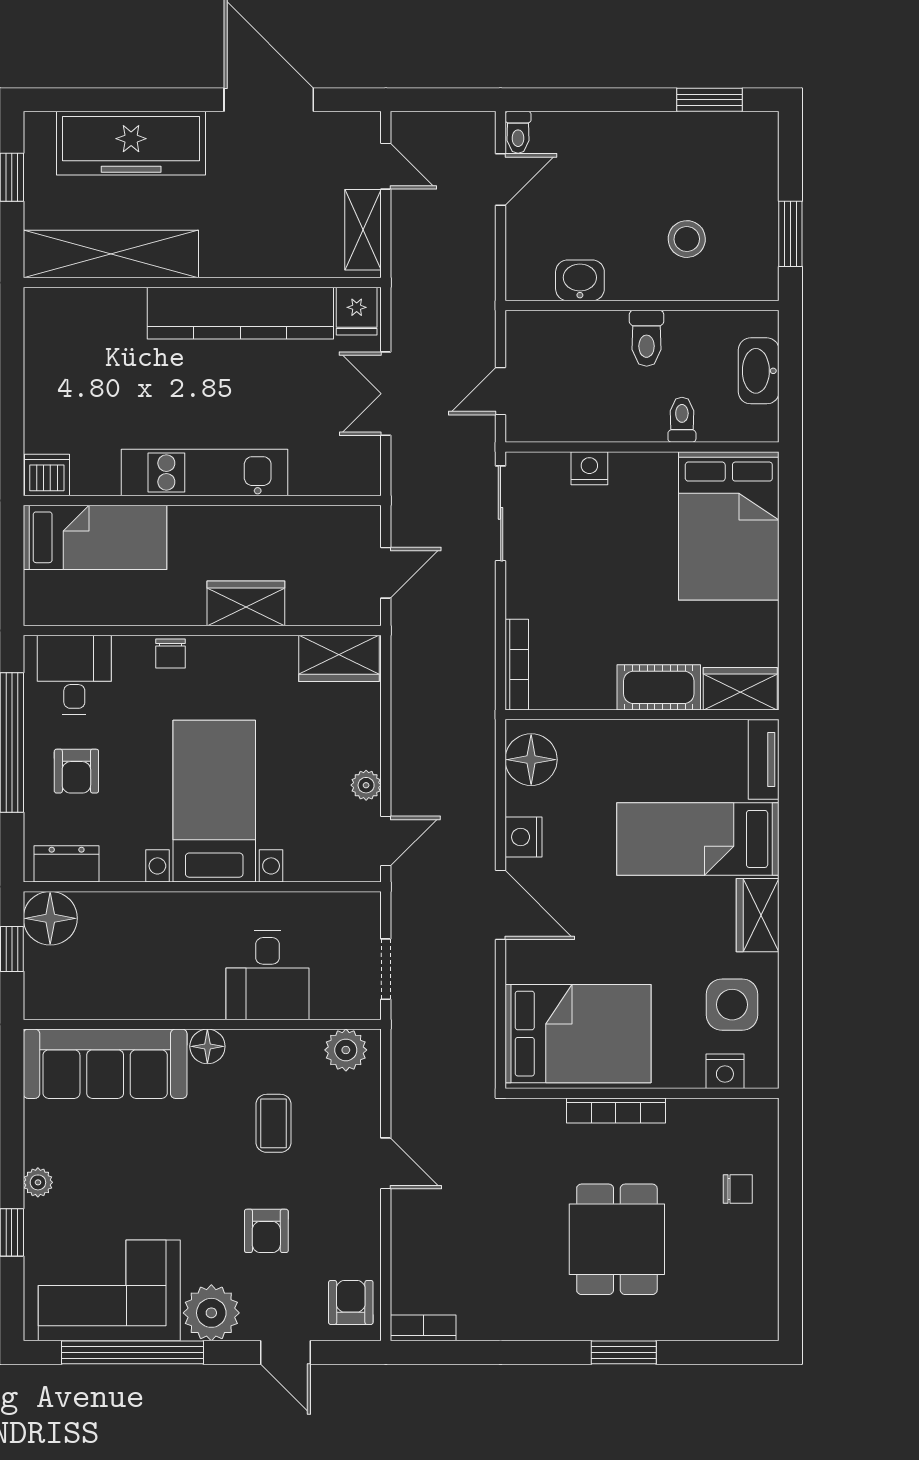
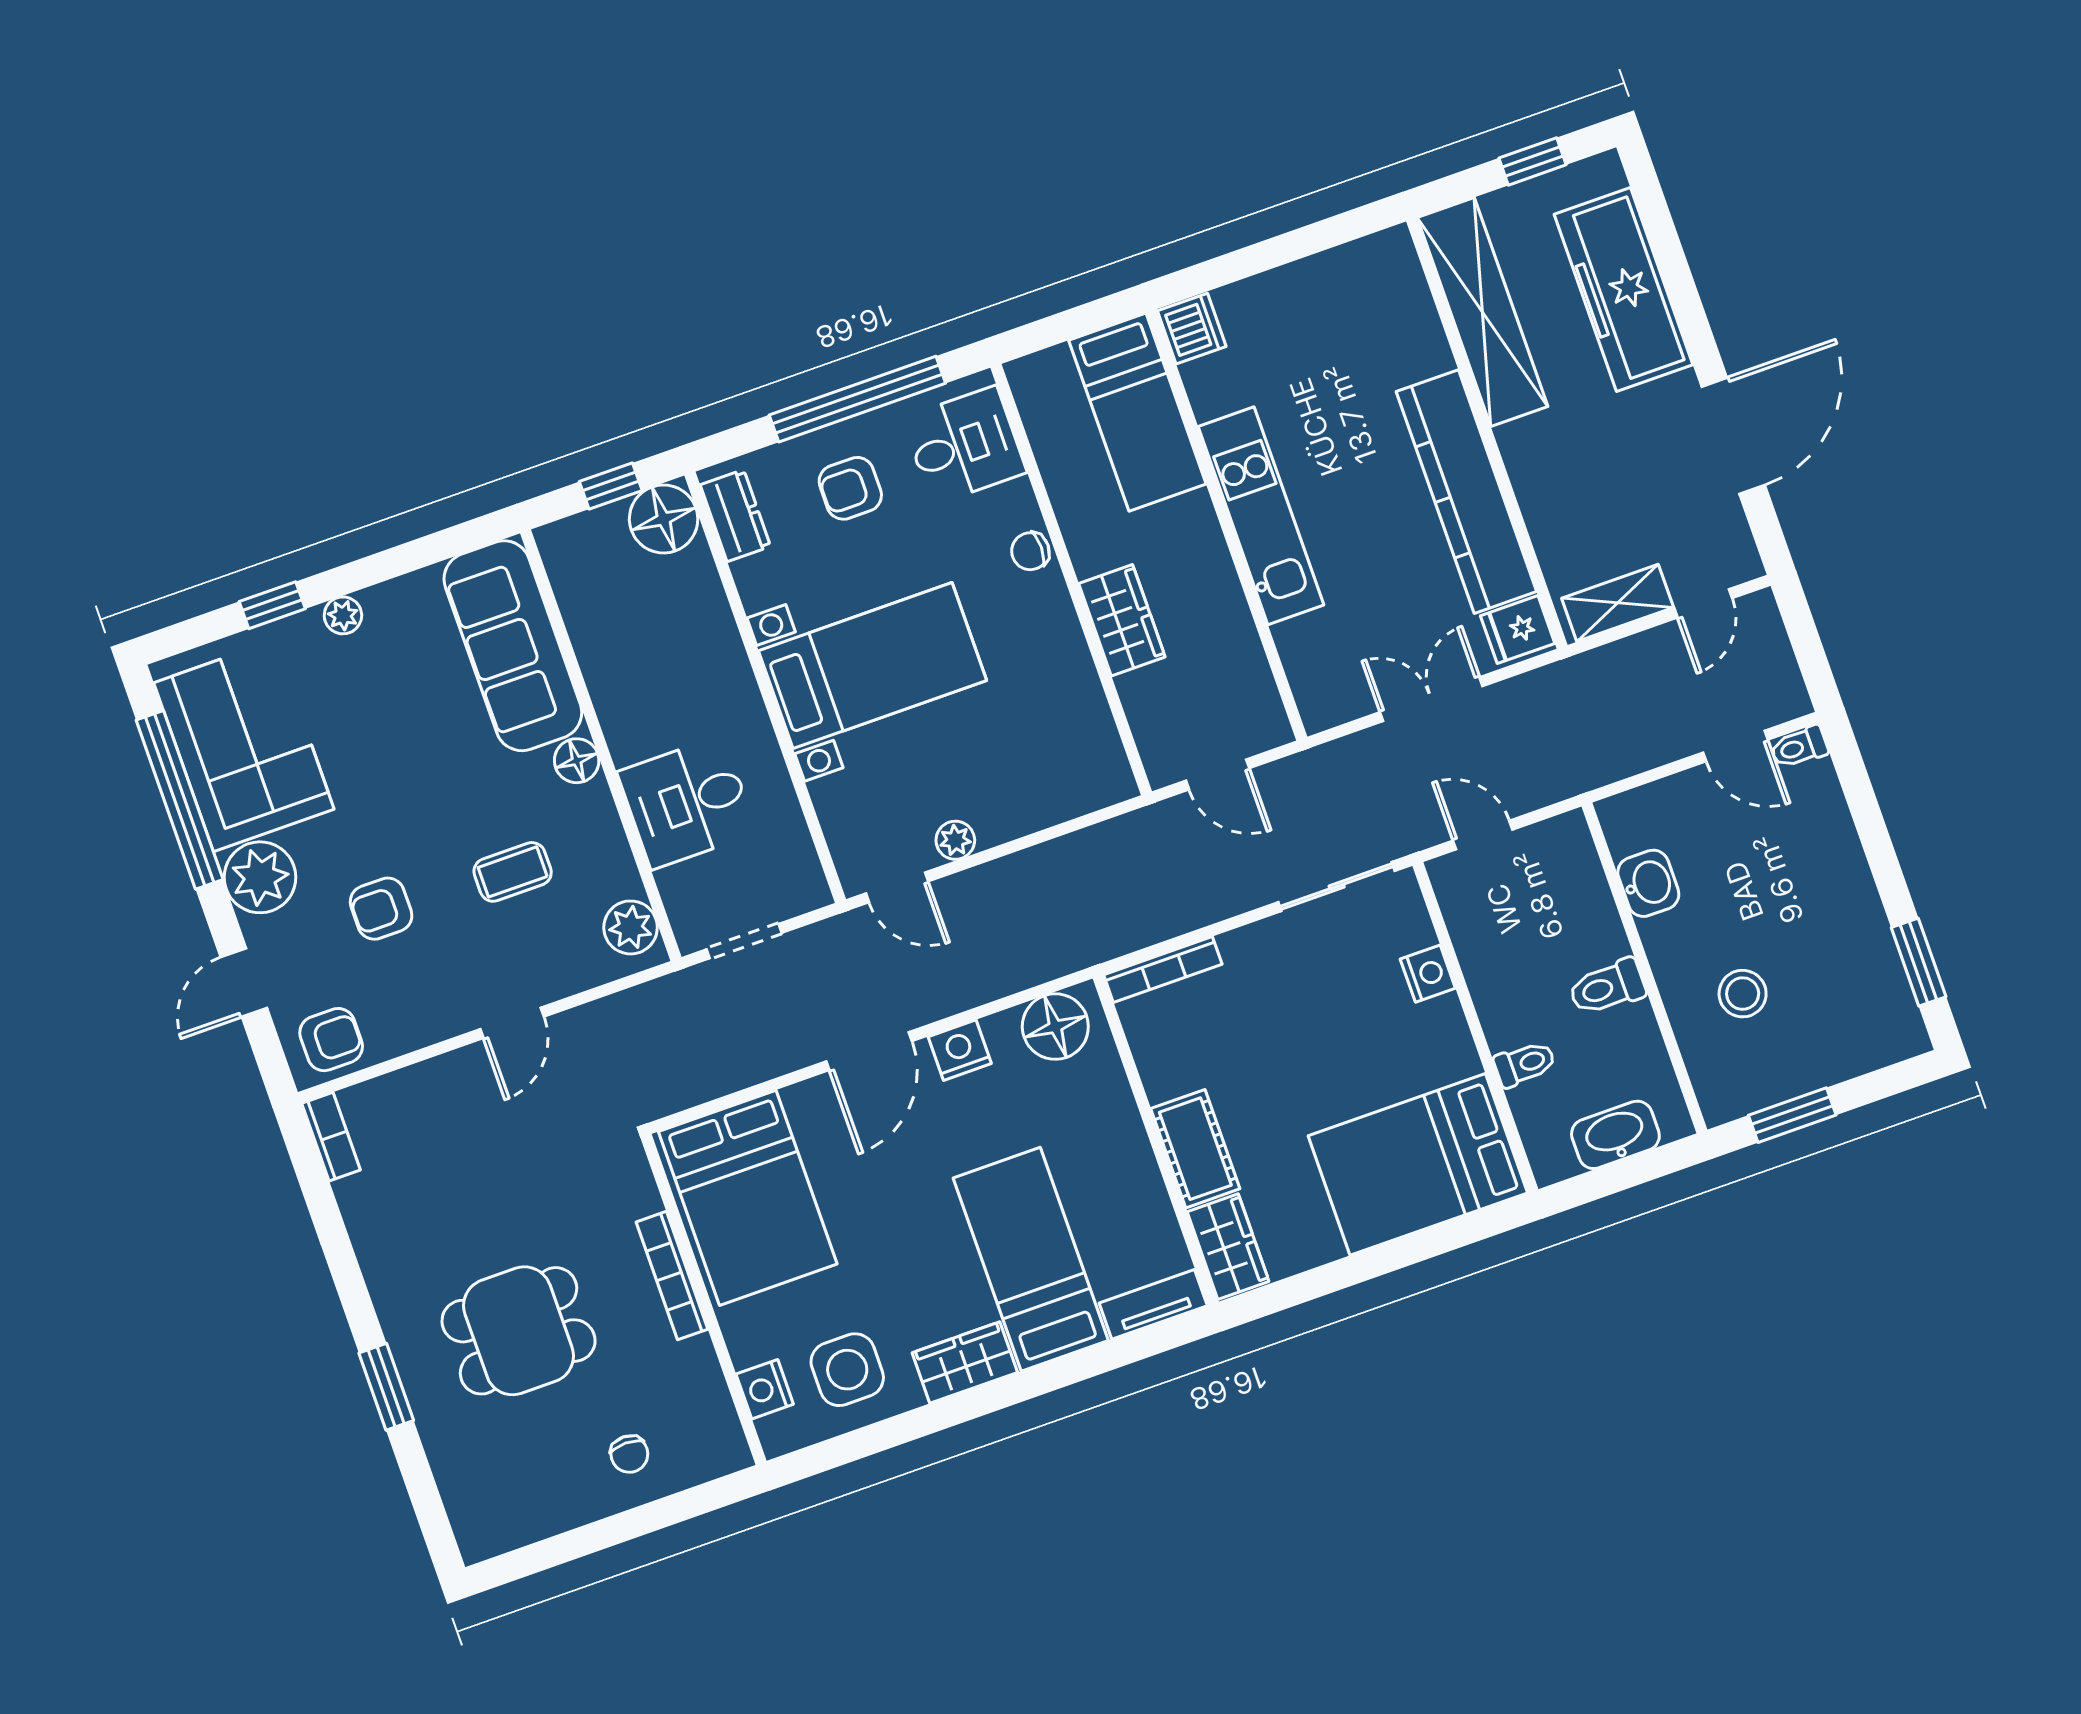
wardrobe: (339, 658) -> (1095, 755), removed

